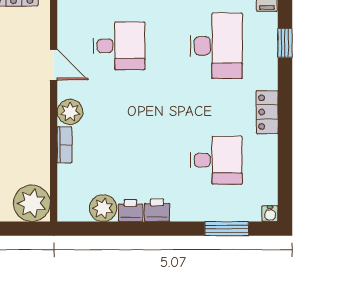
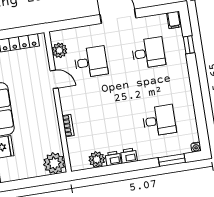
desk: (216, 46) -> (148, 53), width x0.73
plant: (70, 112) -> (59, 50), moved
locker: (267, 112) -> (185, 87), removed

